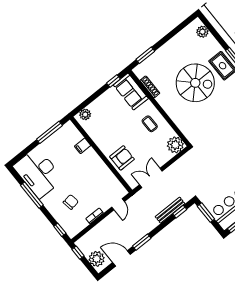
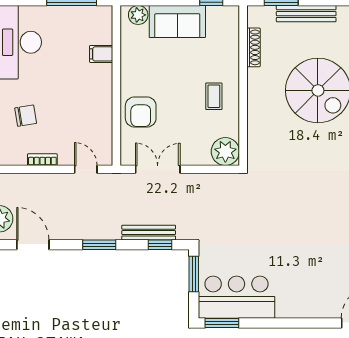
bench: (162, 52) -> (306, 14), added
sofa: (131, 92) -> (177, 21), moved, turned -90
armchair: (122, 158) -> (141, 112), turned 90
door: (118, 204) -> (86, 169), swing flipped
window: (142, 242) -> (99, 245), moved

